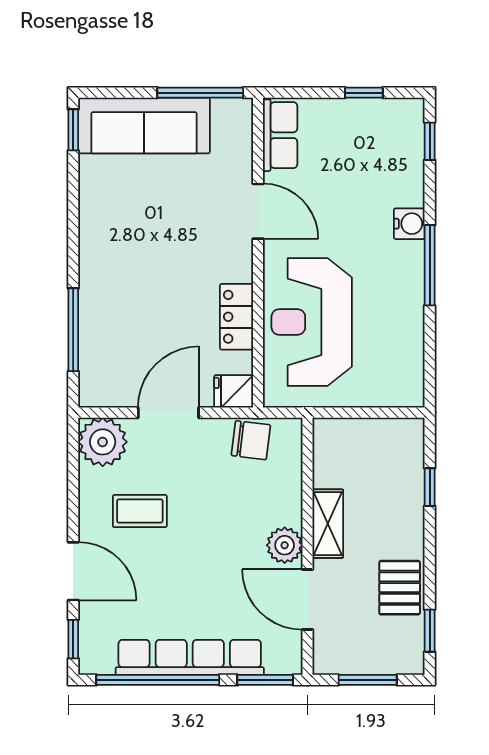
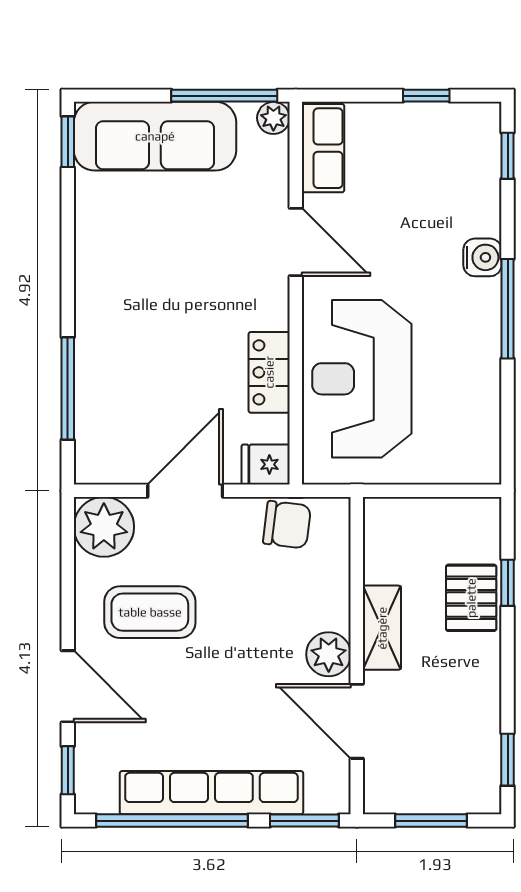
plant: (240, 111) -> (273, 118), added
coffee table: (140, 511) -> (150, 612), width x1.36, depth x1.30
pallet: (400, 588) -> (471, 598), moved

